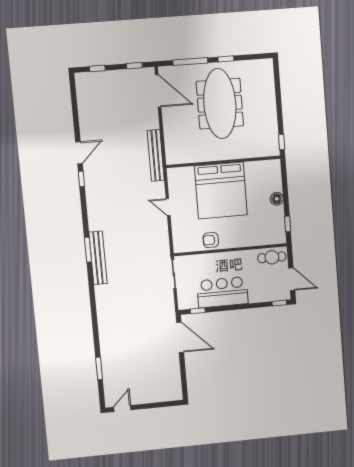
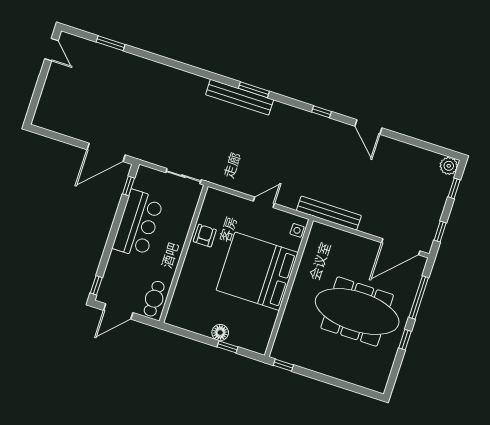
plant: (82, 80) -> (449, 166), added
side table: (178, 174) -> (297, 230), added
window: (81, 179) -> (321, 112), moved
window: (288, 224) -> (227, 347), moved

